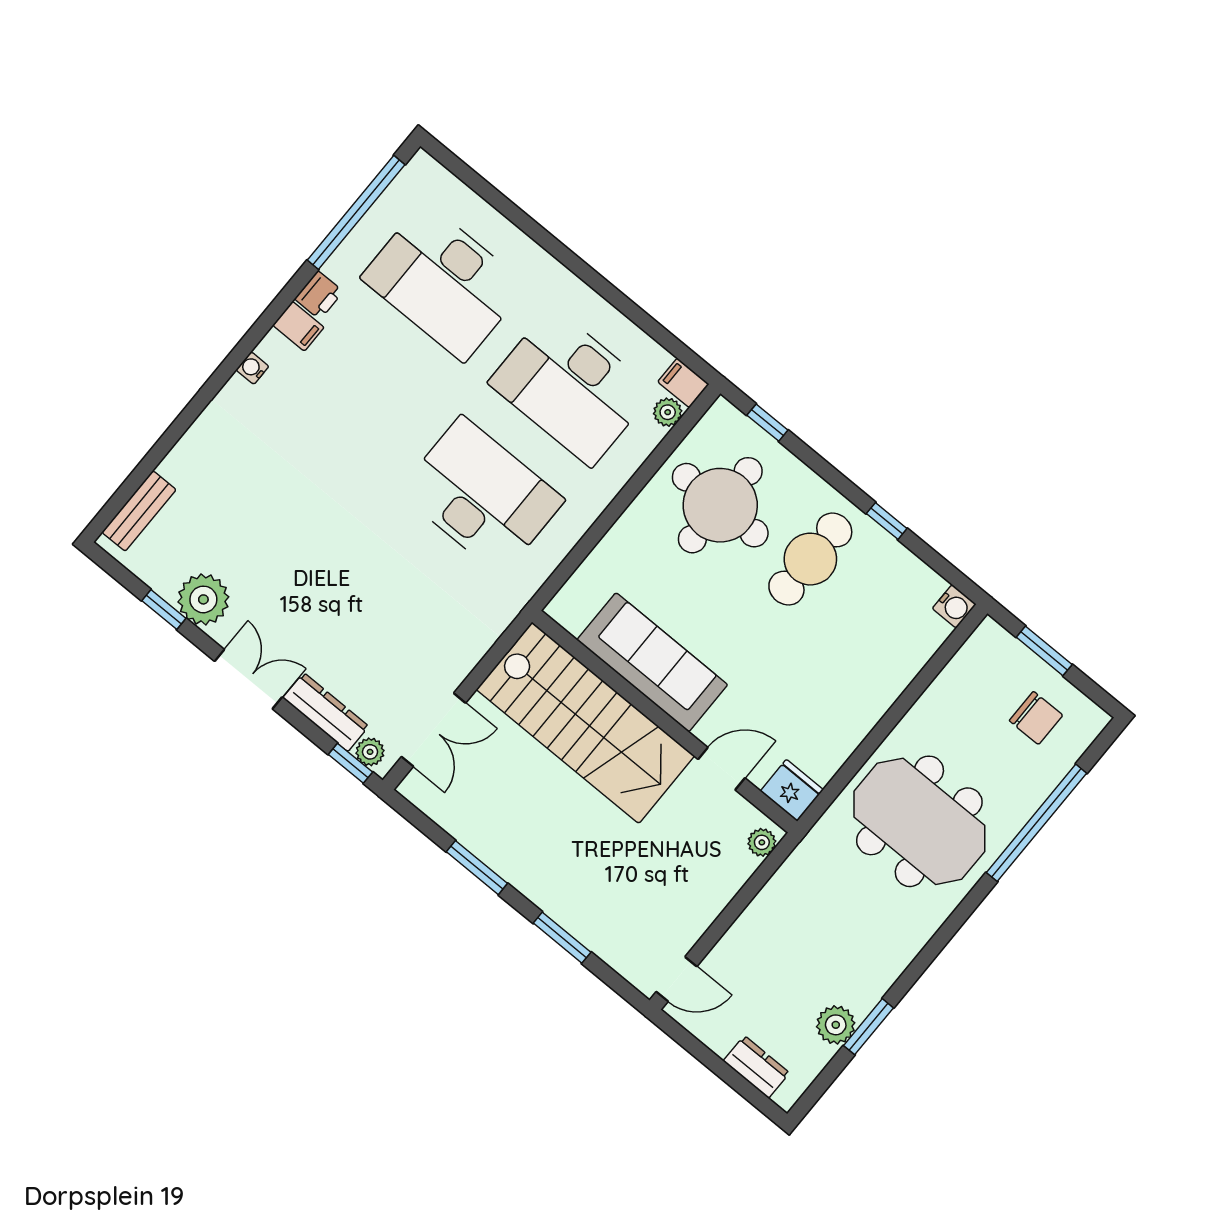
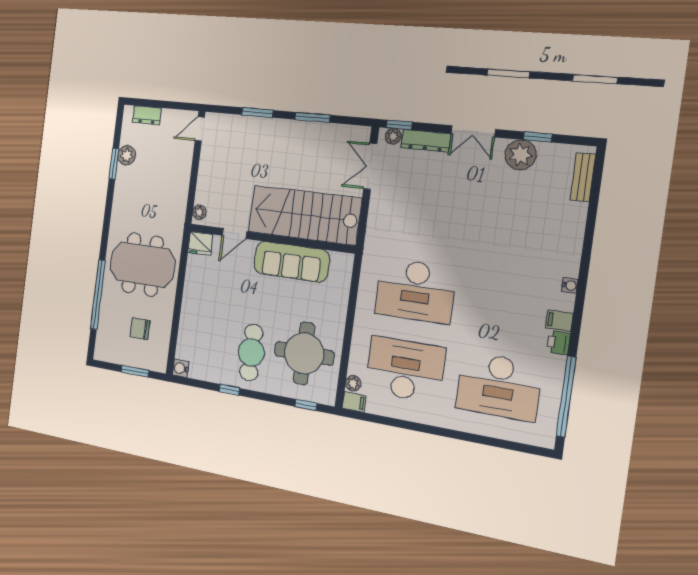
desk: (444, 282) -> (499, 386), turned 180
chair: (1036, 718) -> (140, 329), moved

